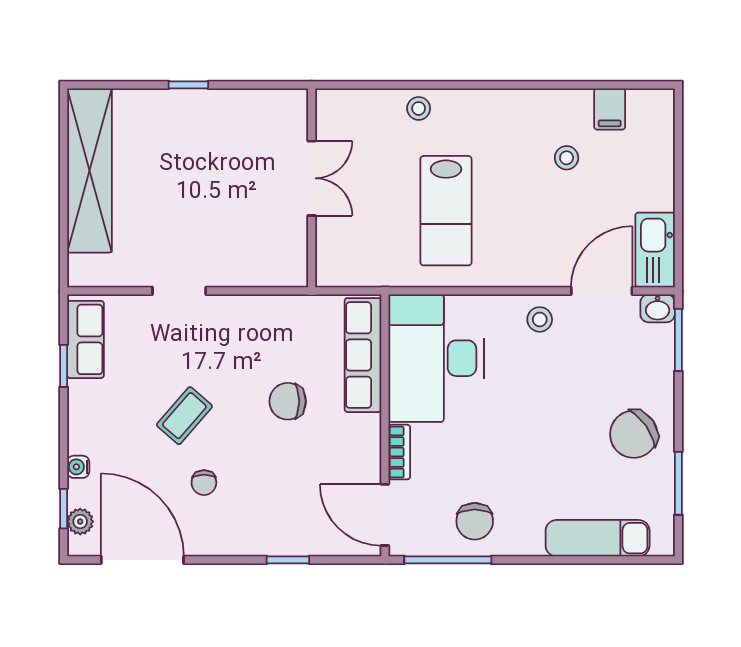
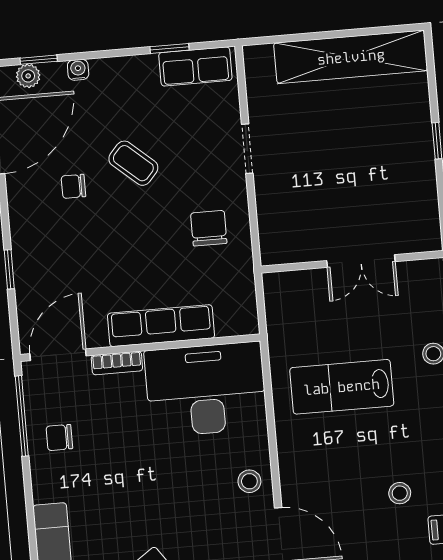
row of seats: (363, 355) -> (161, 326), moved
chair: (288, 401) -> (209, 228), moved
chair: (475, 521) -> (59, 437), width x0.73, depth x0.73

